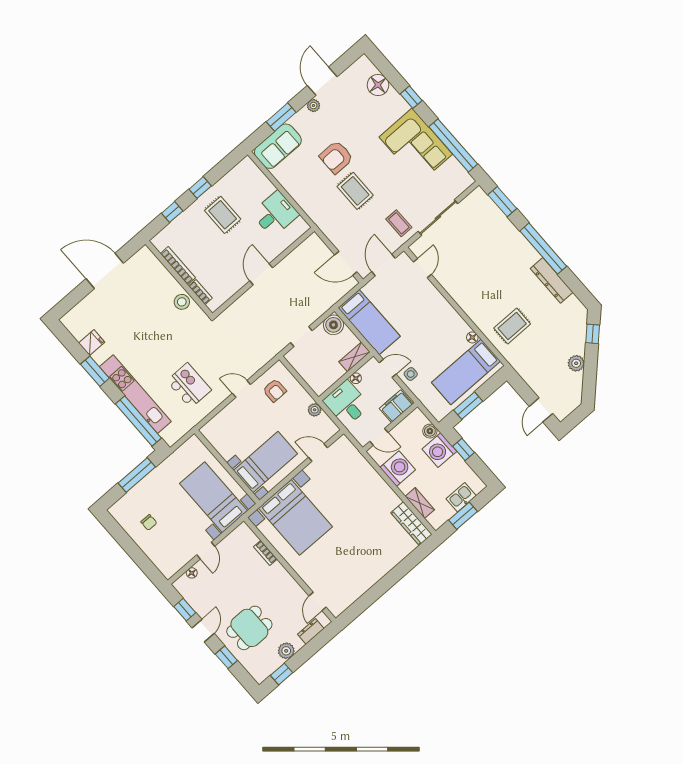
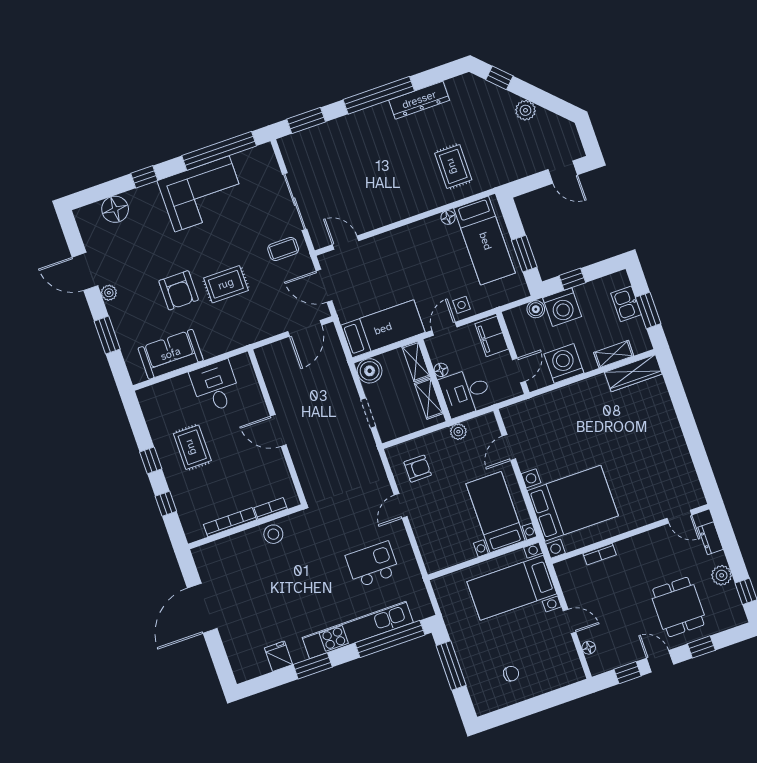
sofa: (278, 146) -> (171, 354), moved, turned -90
rug: (223, 215) -> (192, 447), turned 90
shelving: (331, 378) -> (429, 399), added

